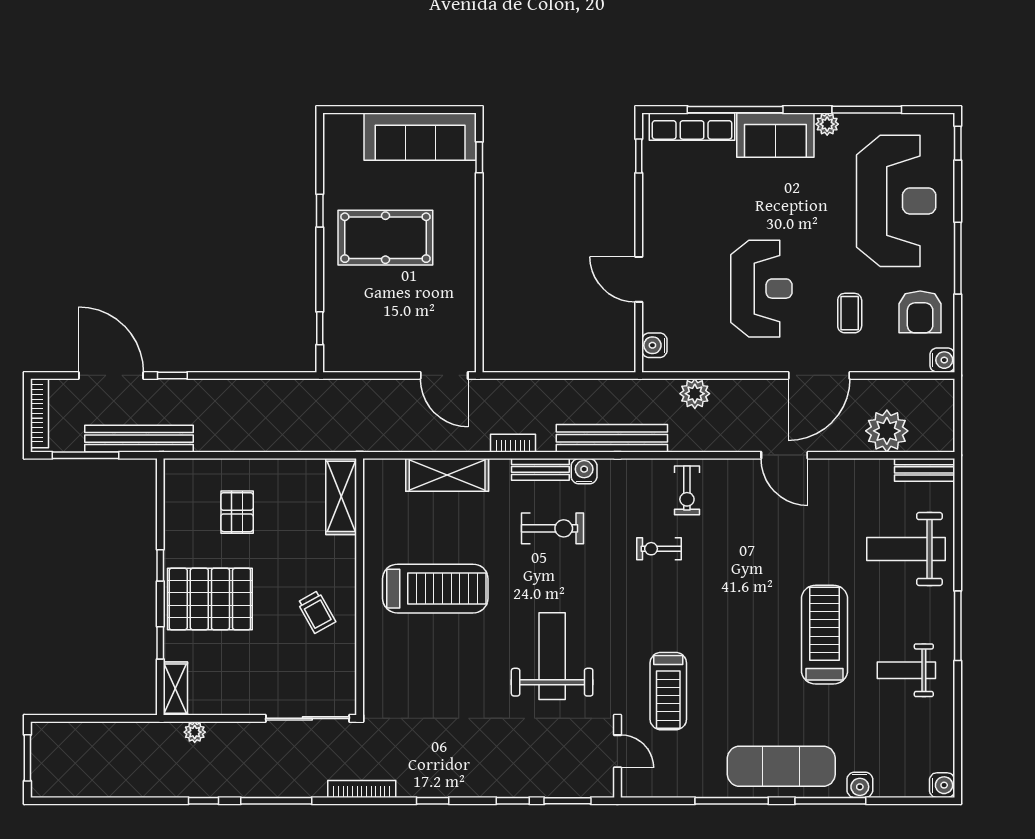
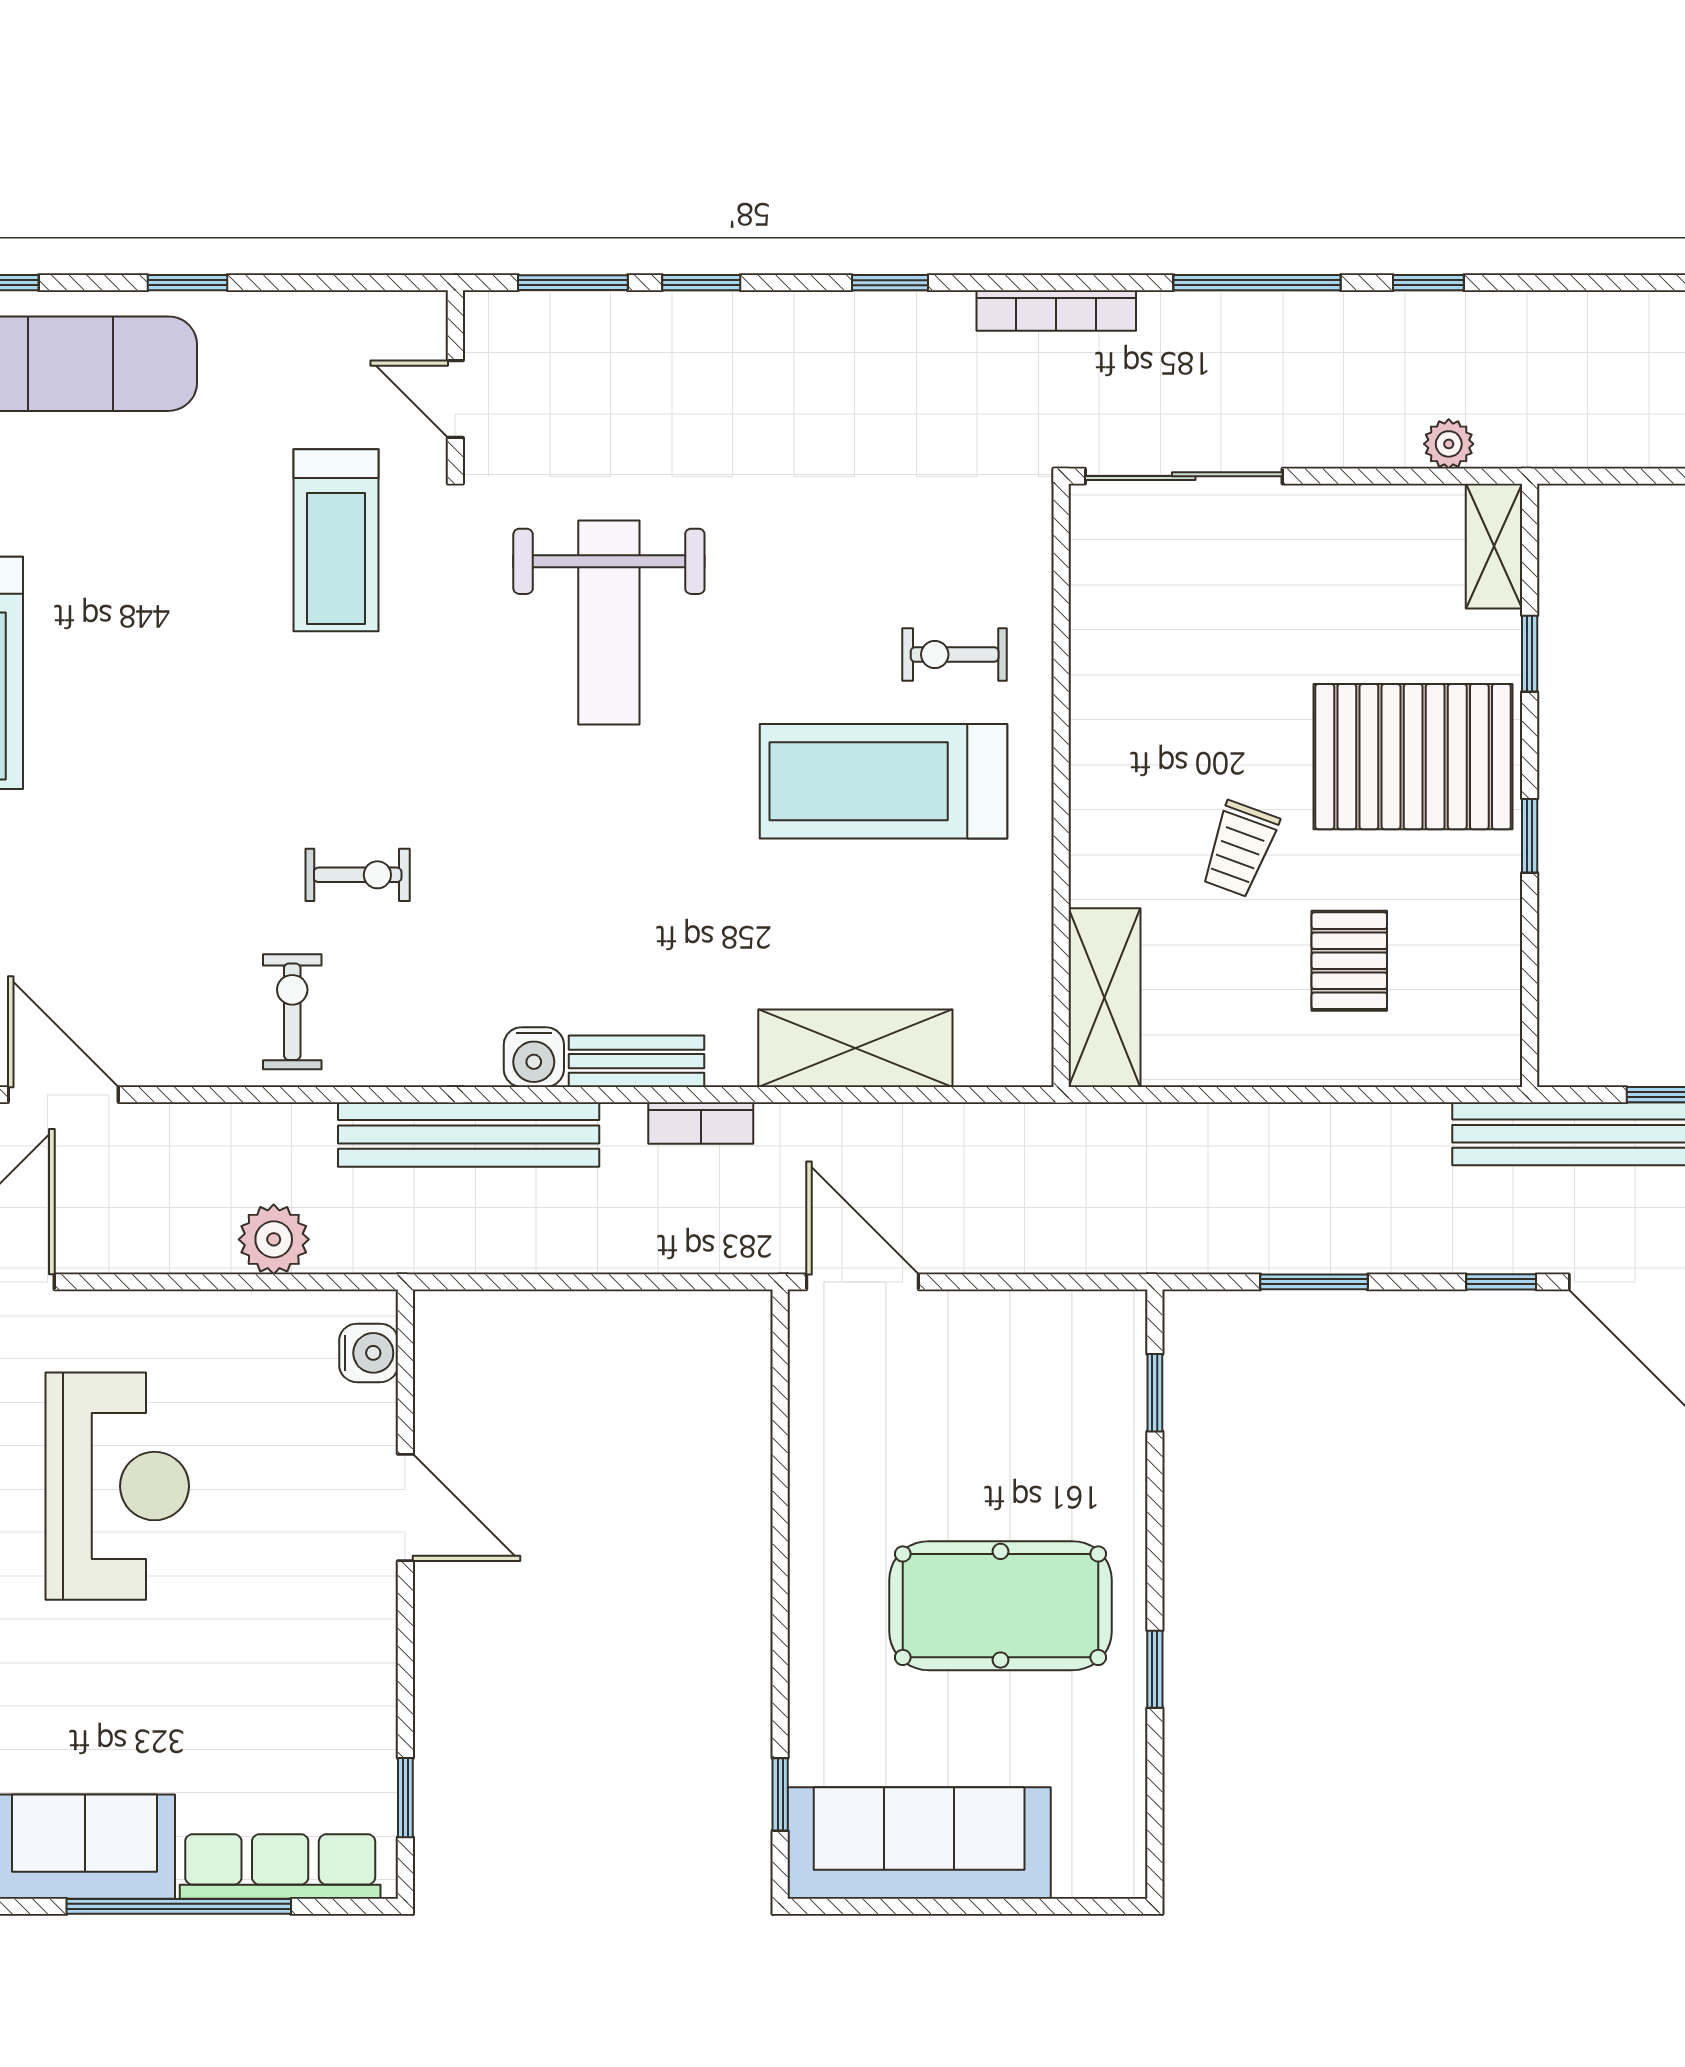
reception desk: (761, 289) -> (117, 1486), turned 180
window: (252, 375) -> (1314, 1282), added
exercise bike: (553, 528) -> (955, 654), moved, width x0.73, depth x0.72
trolley: (317, 612) -> (1240, 849), moved, turned -131
treadmill: (668, 691) -> (336, 540), turned 180
window: (732, 801) -> (187, 283), width x0.46

